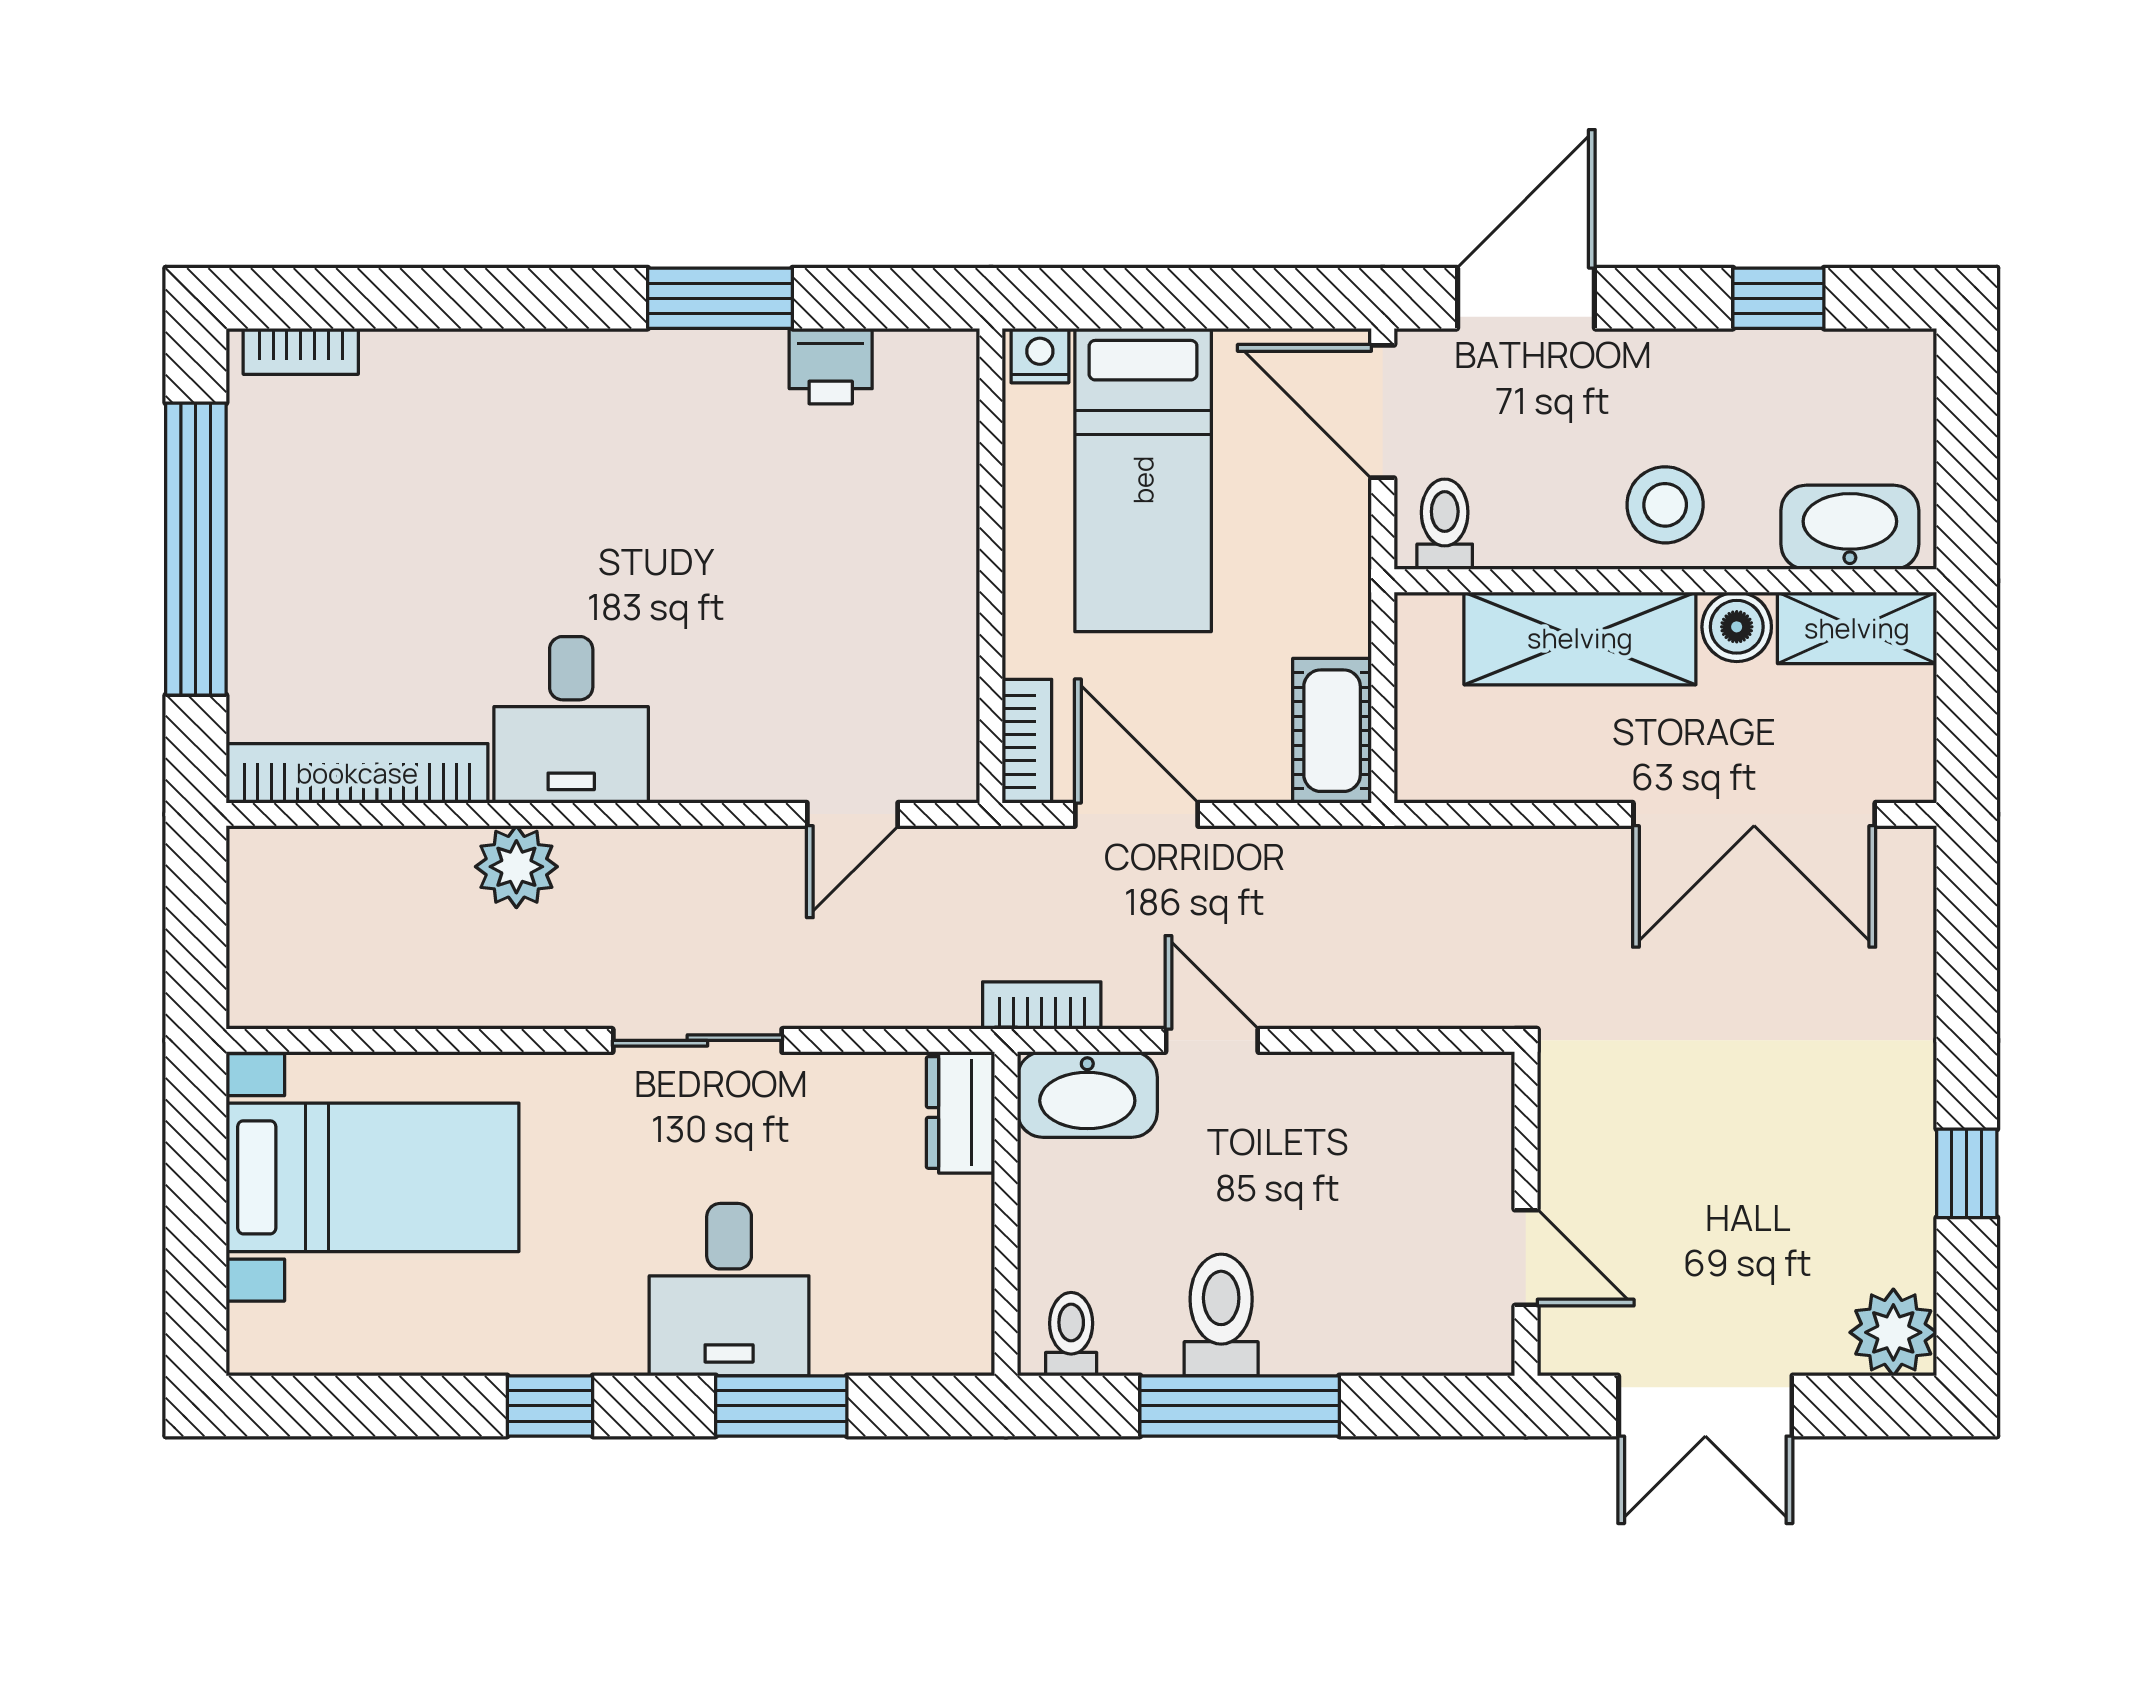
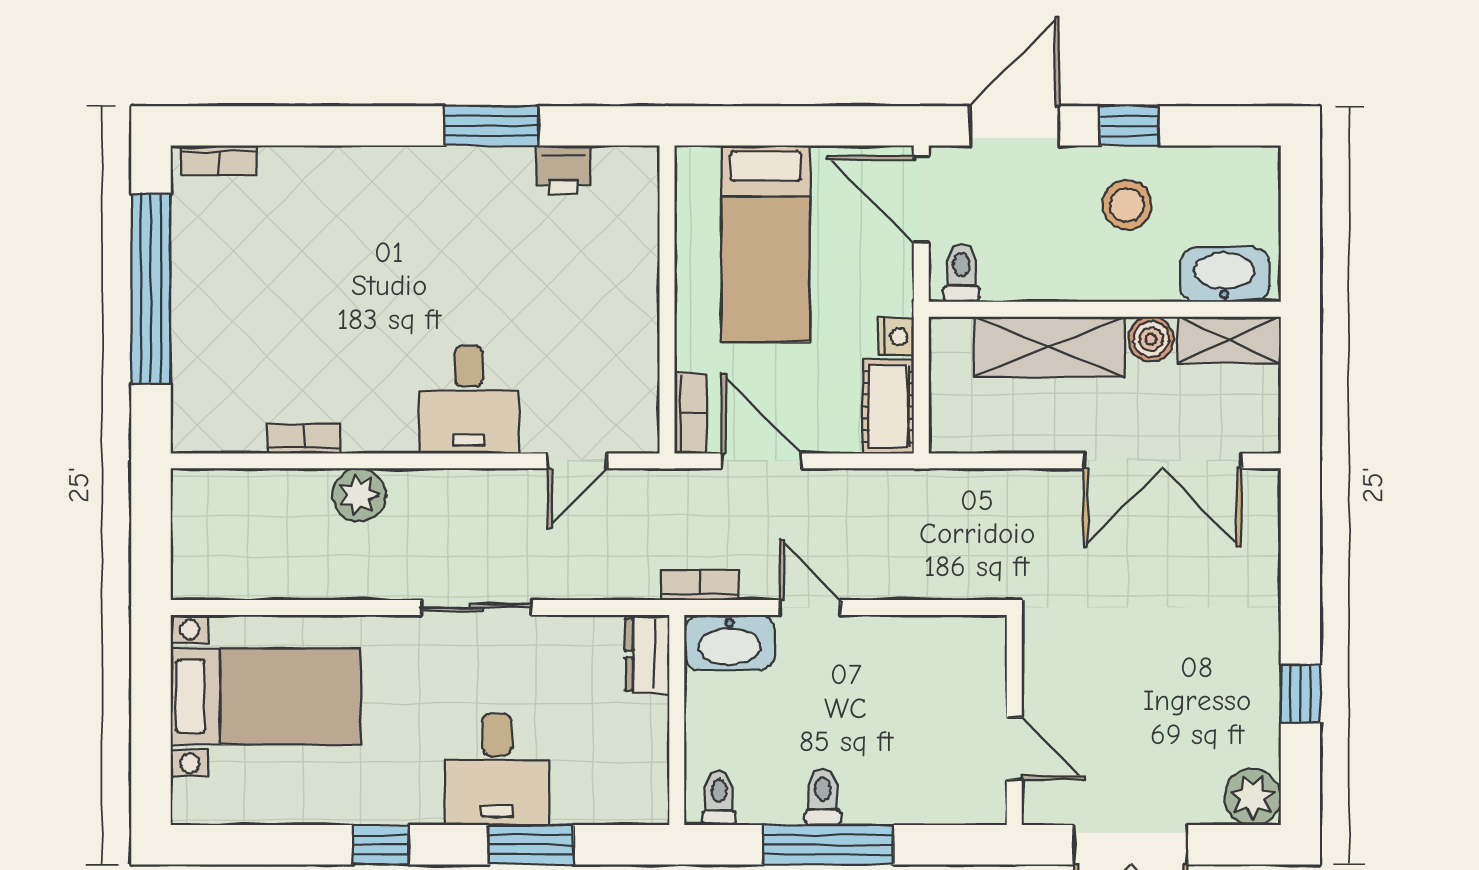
window: (1778, 298) -> (1129, 126), moved
nightstand: (1040, 356) -> (896, 337), moved, turned 90
stool: (1665, 505) -> (1127, 205), moved
desk: (571, 720) -> (469, 399), moved
bookcase: (357, 773) -> (304, 439), width x0.43, depth x0.76
toilet: (1221, 1315) -> (823, 797), width x0.73, depth x0.72

